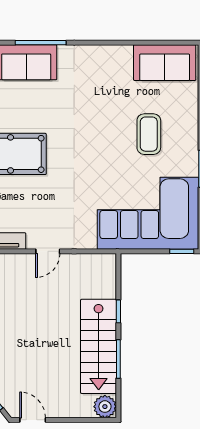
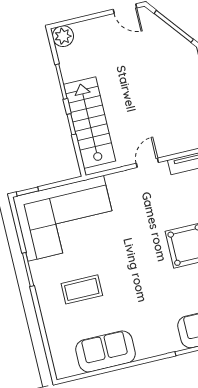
sofa: (165, 63) -> (106, 351), moved
coffee table: (149, 134) -> (82, 289), turned 90
stairs: (99, 346) -> (90, 123), moved

